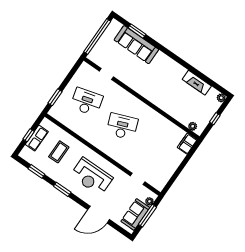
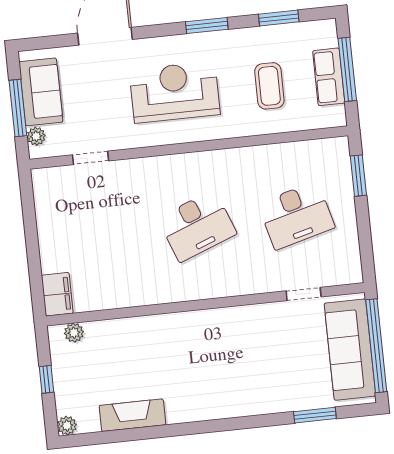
sofa: (136, 45) -> (350, 350), moved, turned -90
window: (29, 135) -> (347, 69), width x2.17

